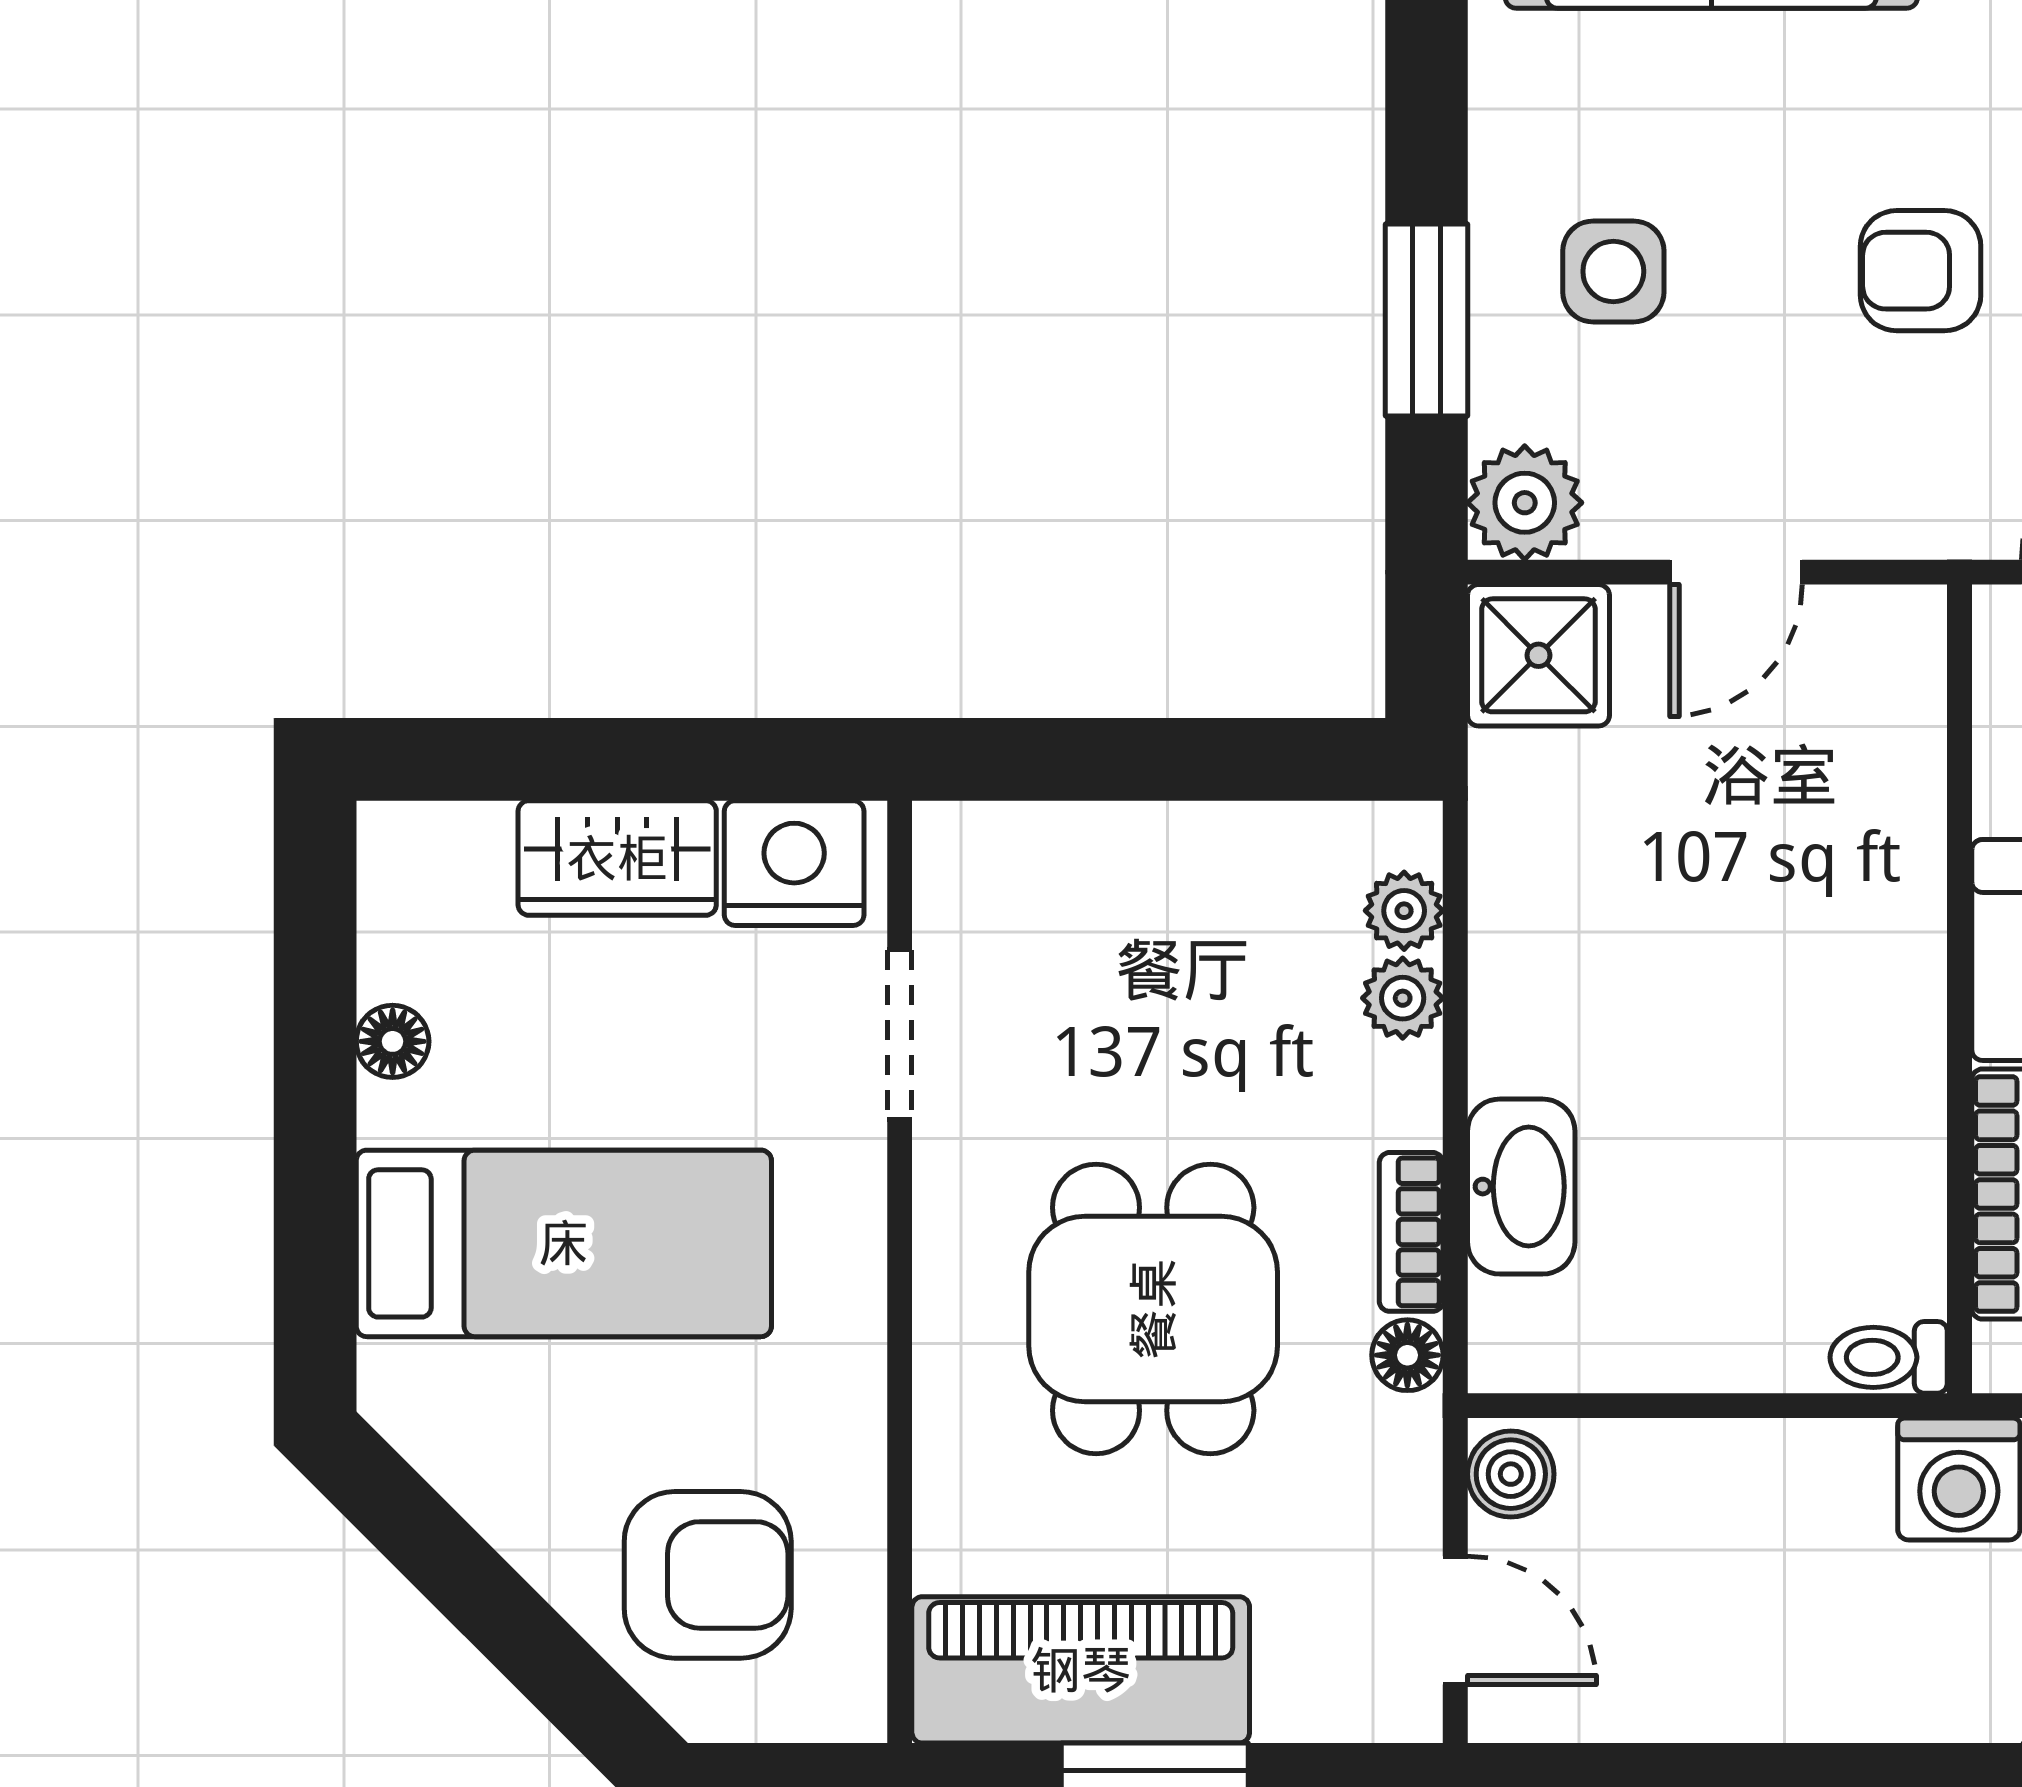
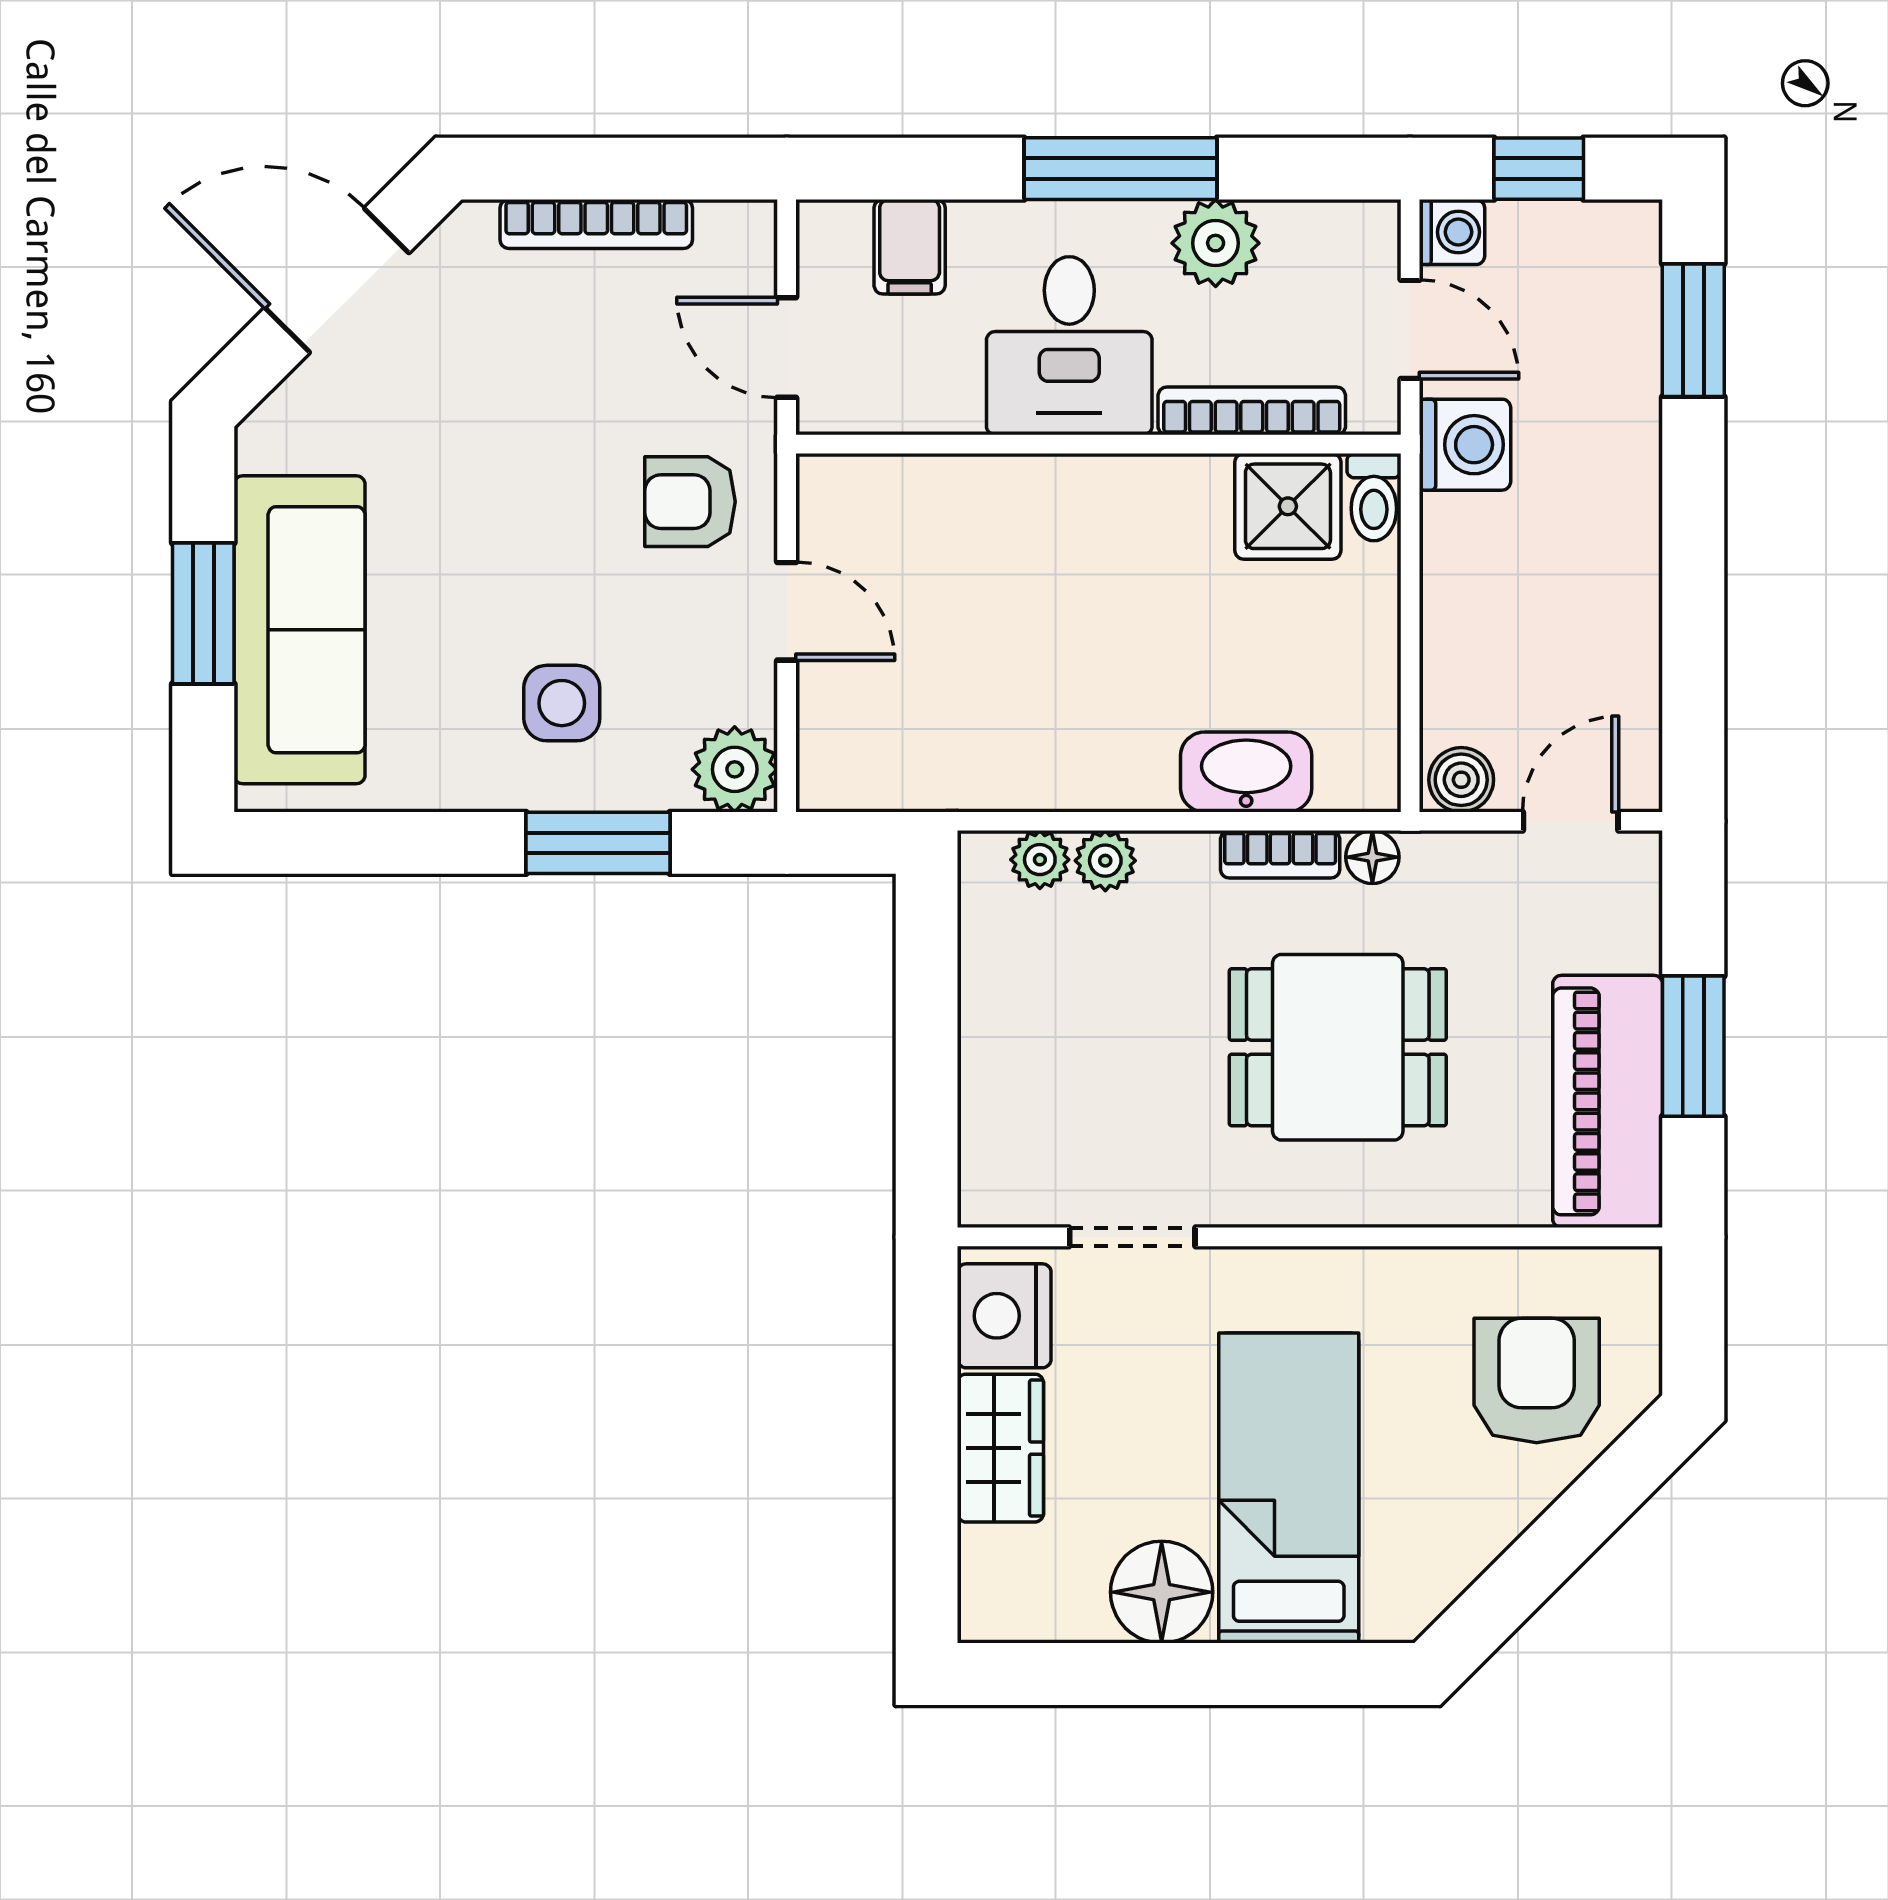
armchair: (1921, 271) -> (690, 502), moved, turned 90
shower: (1538, 655) -> (1288, 506), moved
floor lamp: (393, 1041) -> (1162, 1592), width x1.89, depth x1.89

